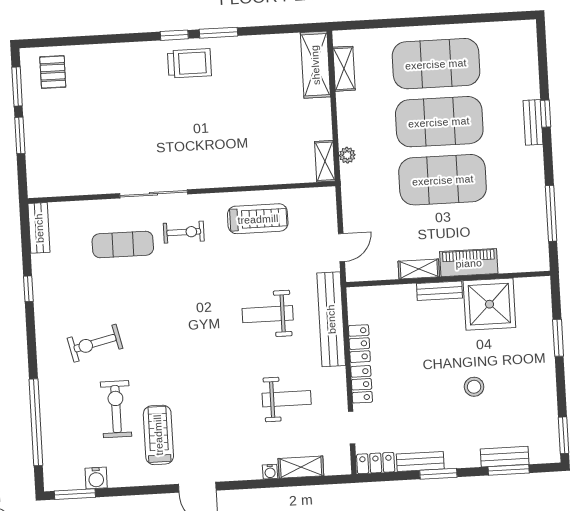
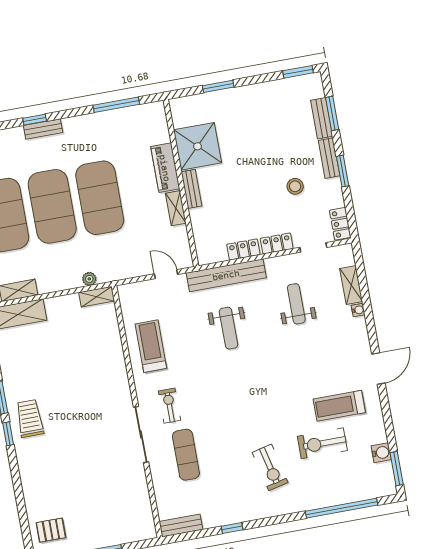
stool: (474, 387) -> (295, 186), moved
bench: (420, 462) -> (329, 158), moved

